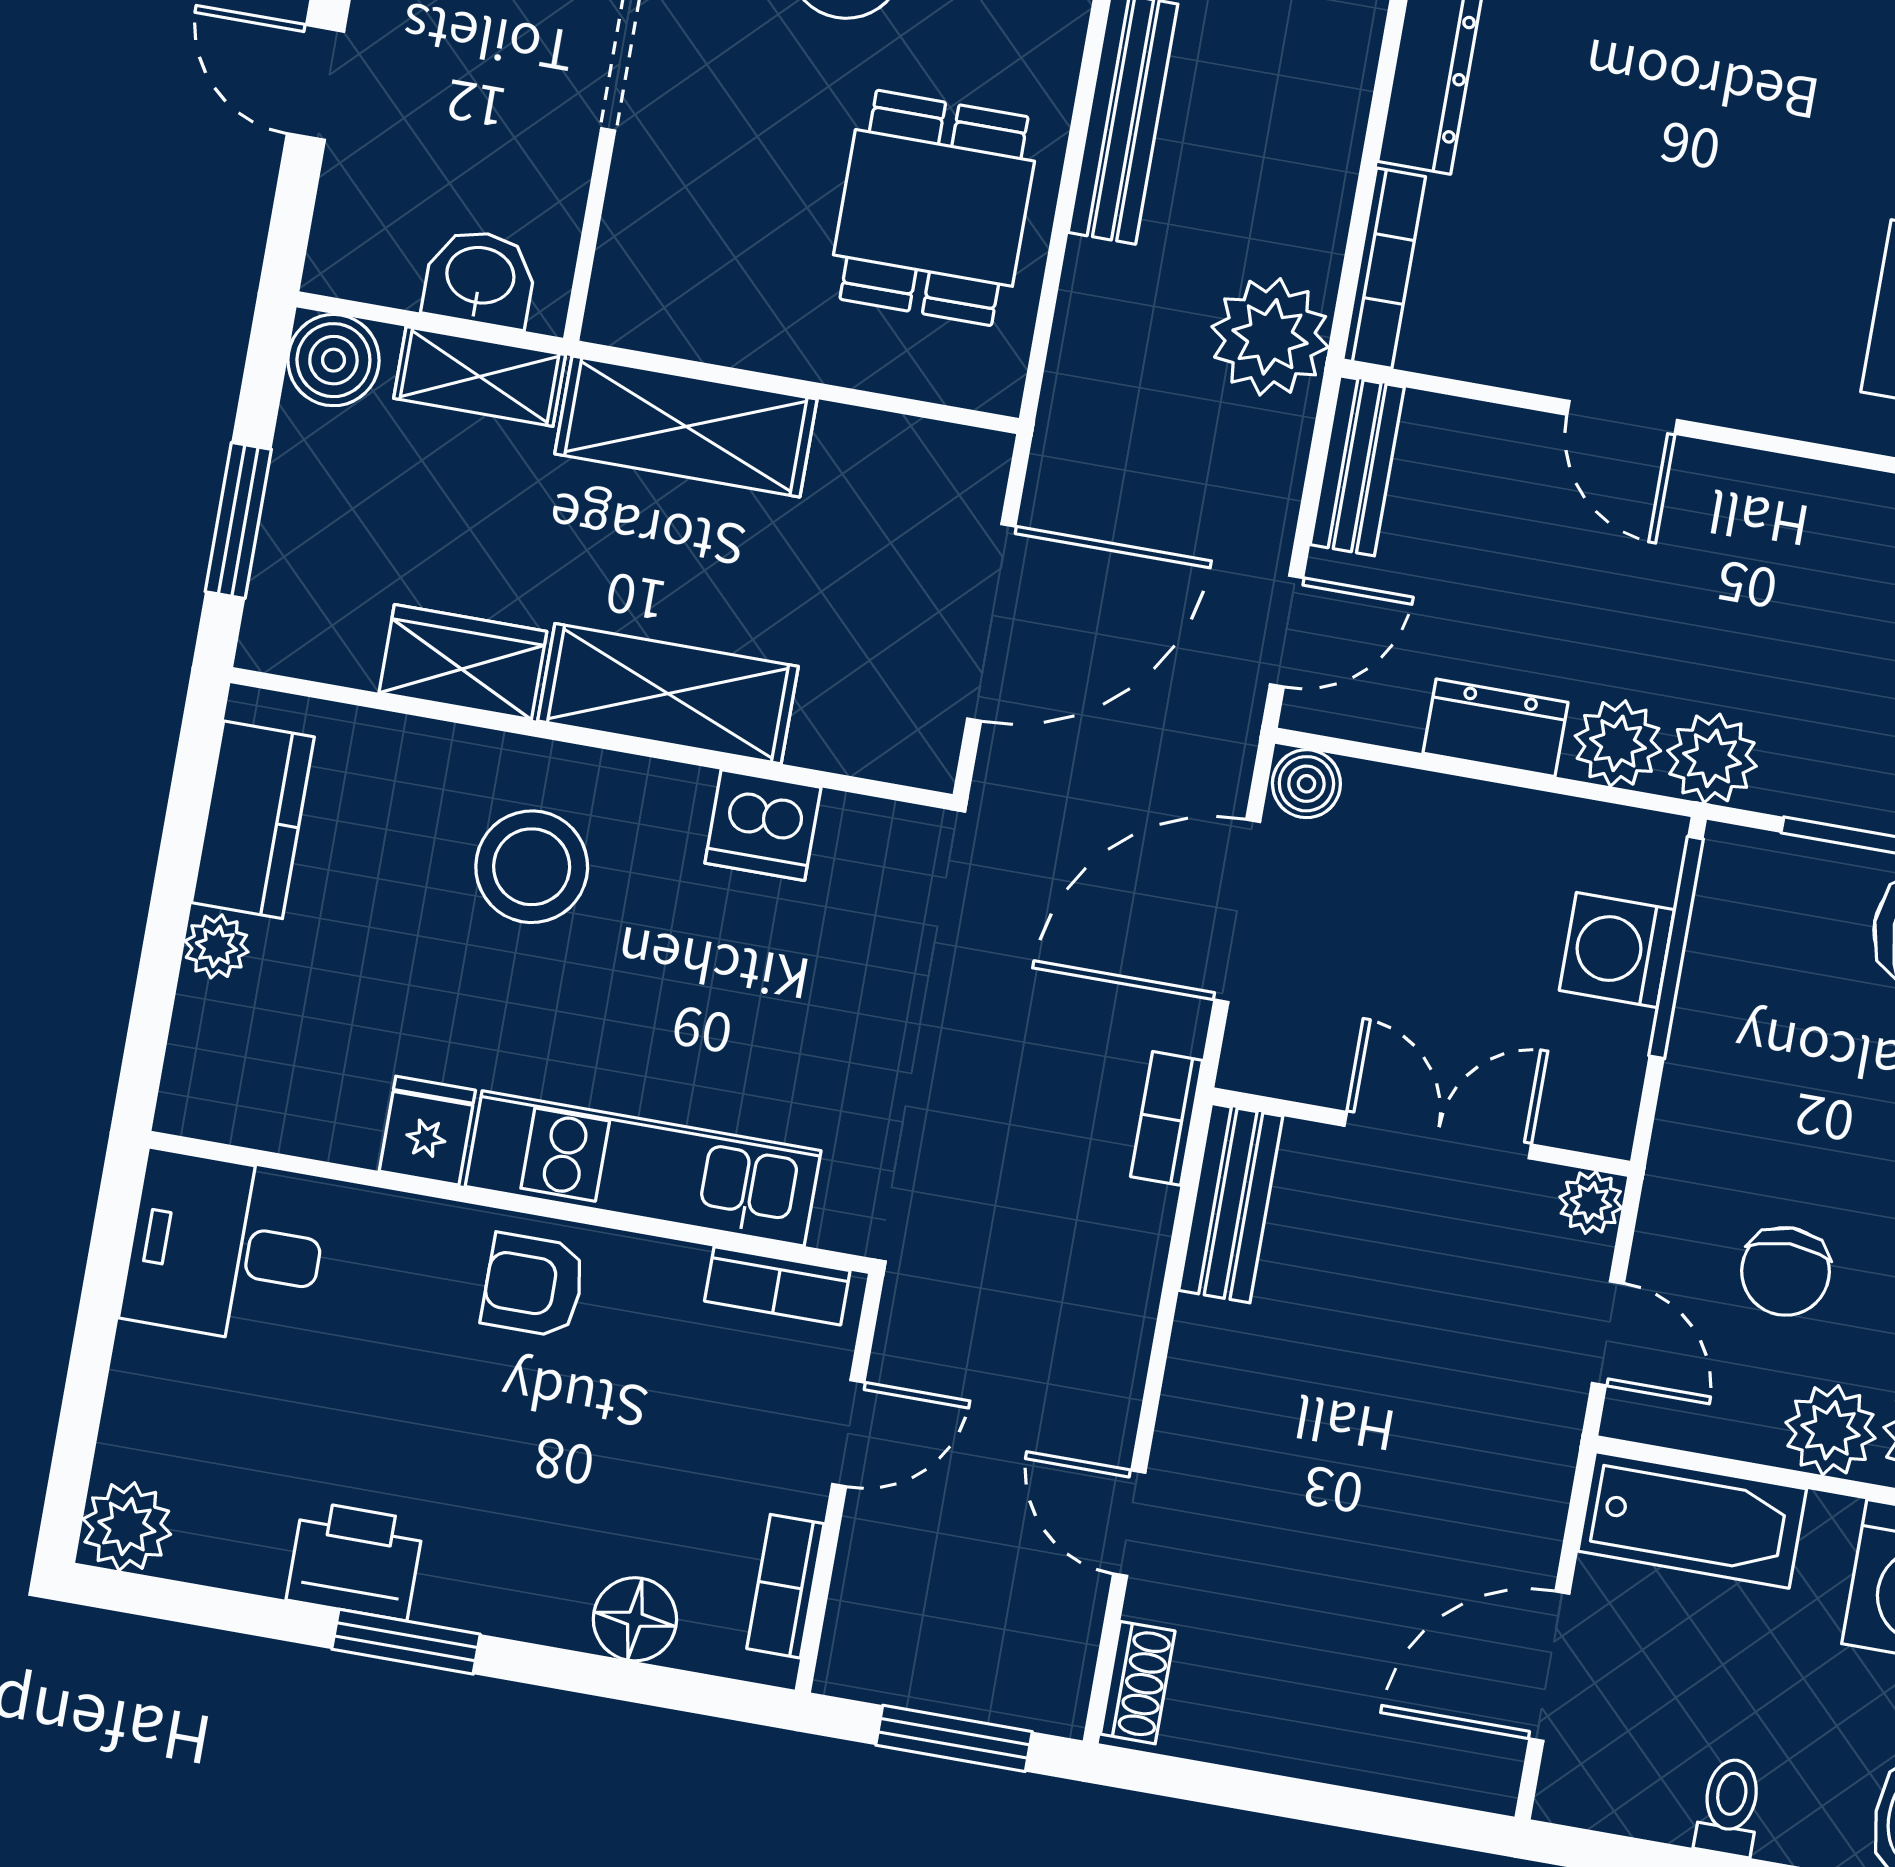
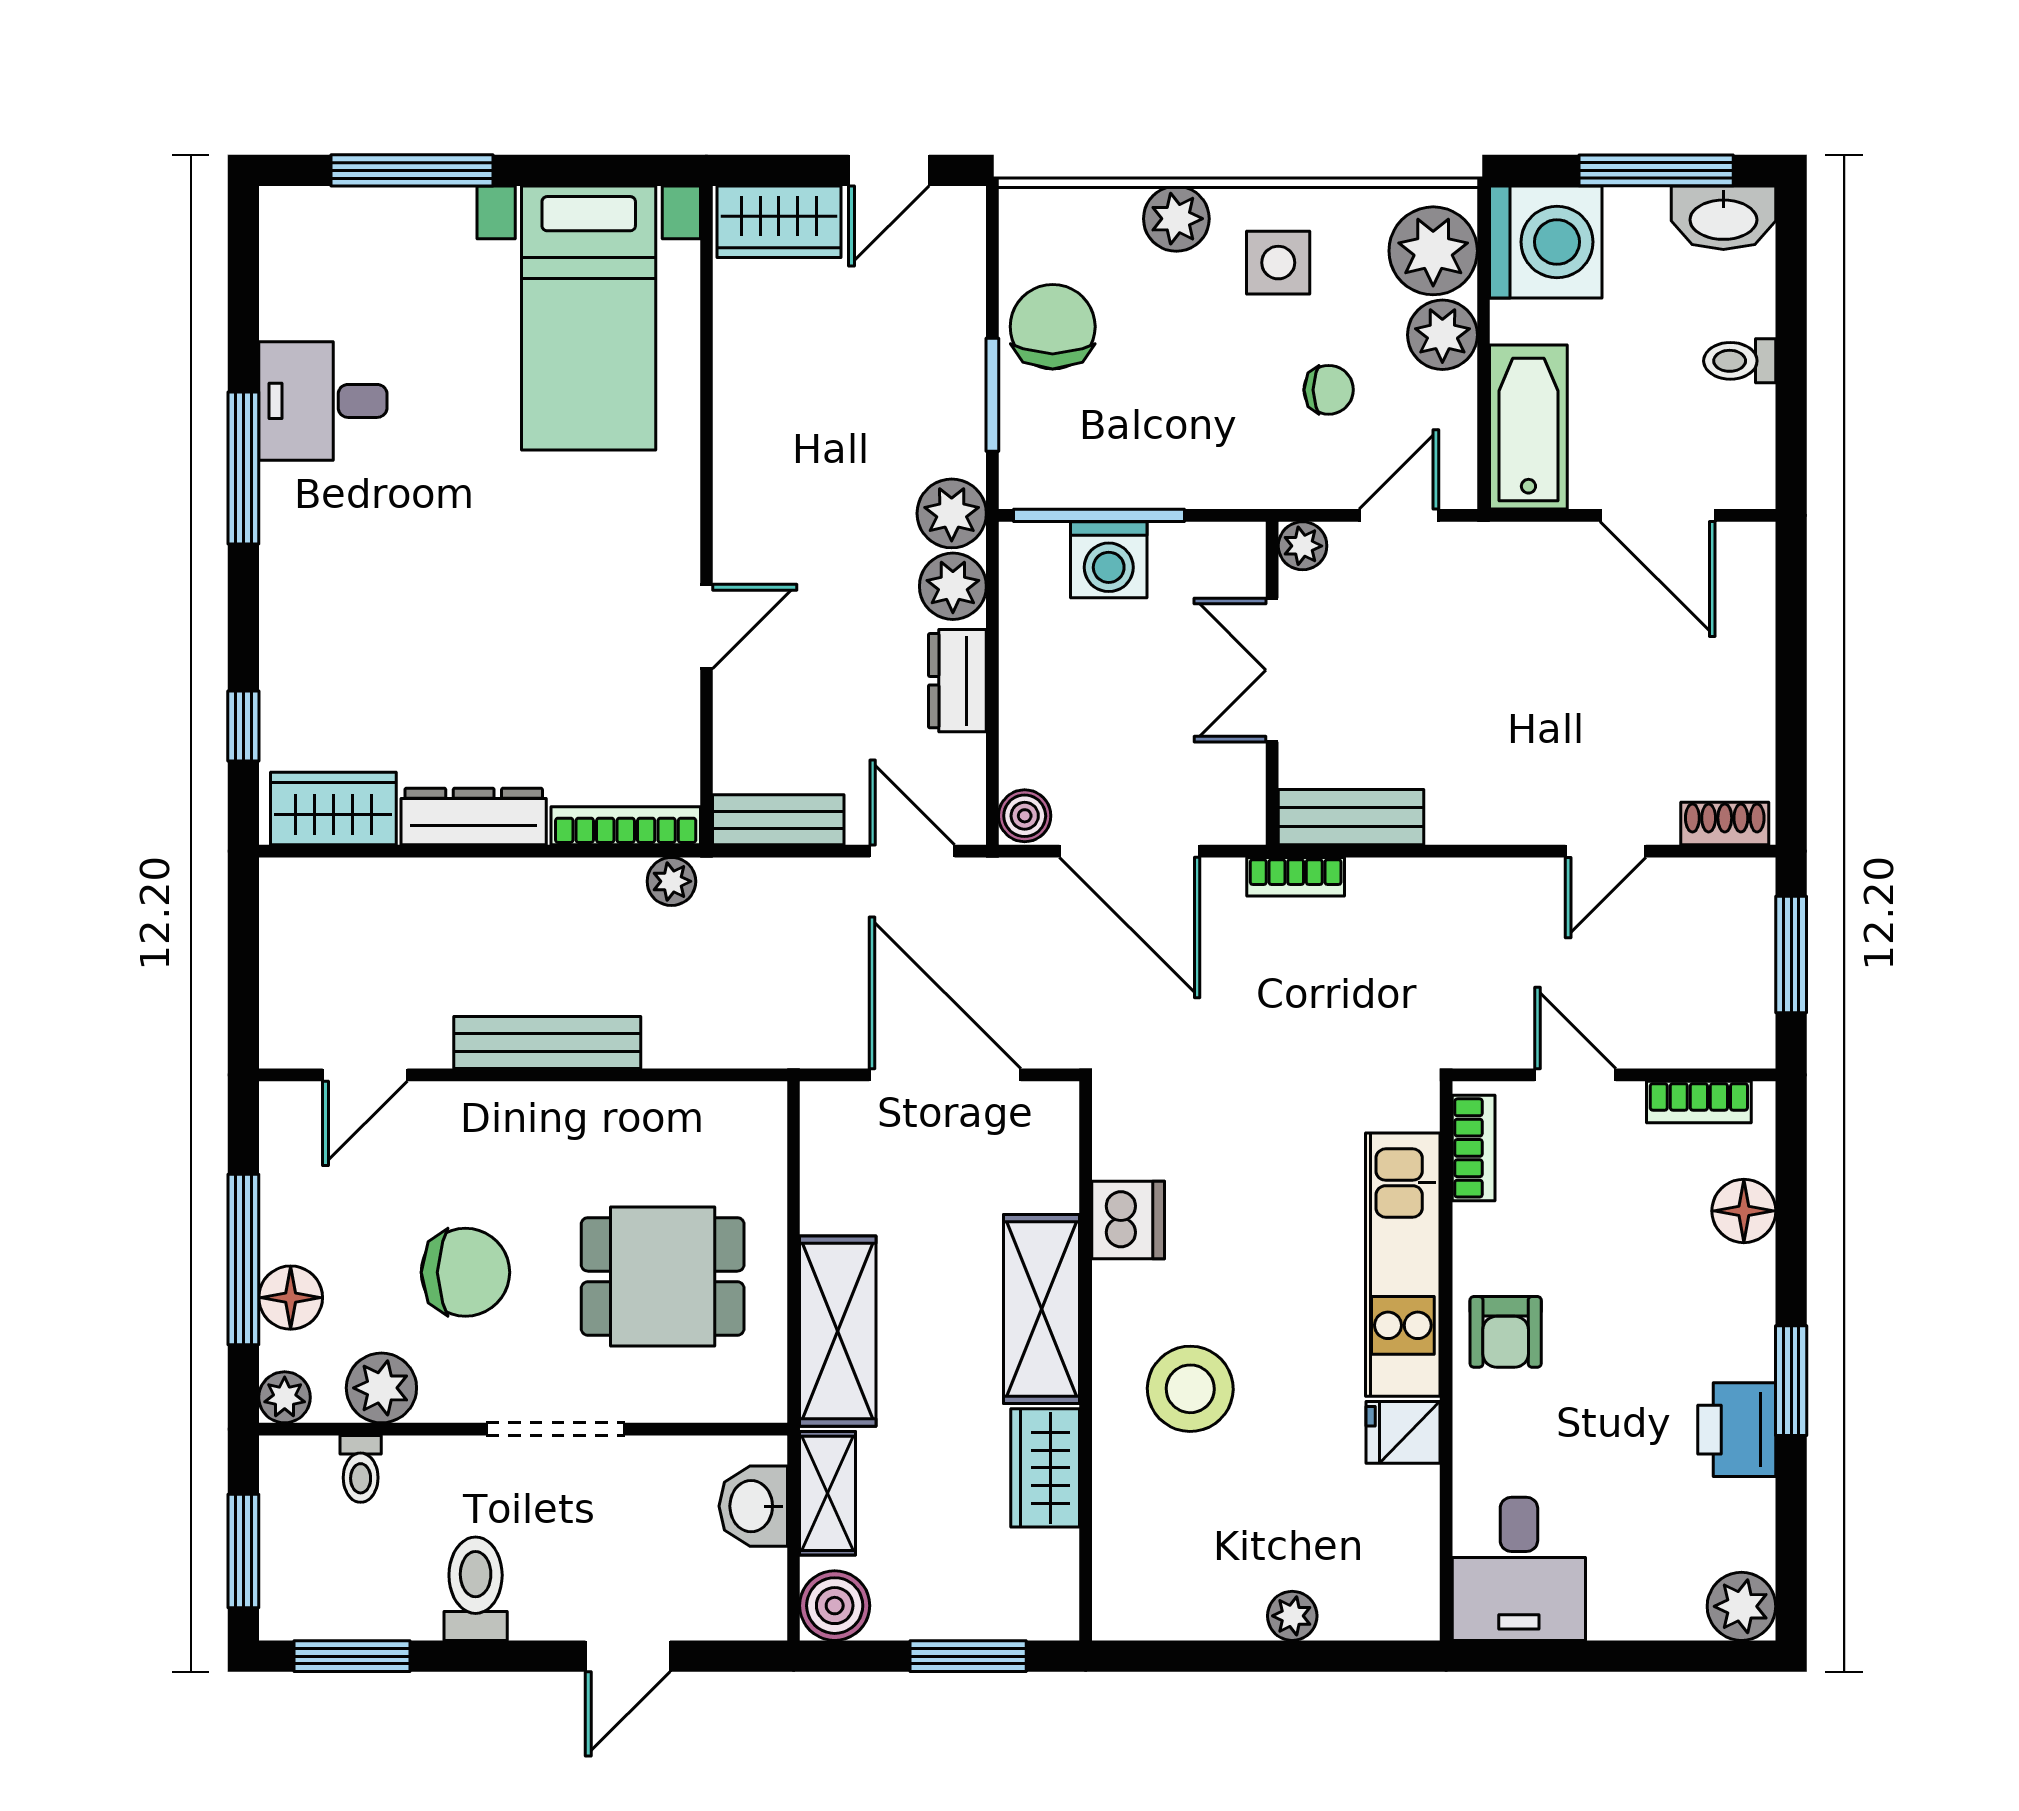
dining table: (934, 208) -> (663, 1276), moved
plant: (1270, 337) -> (671, 881), width x0.53, depth x0.53
kitchen counter: (253, 820) -> (1192, 1605), removed
chair: (1785, 1271) -> (1329, 390), width x0.73, depth x0.73

